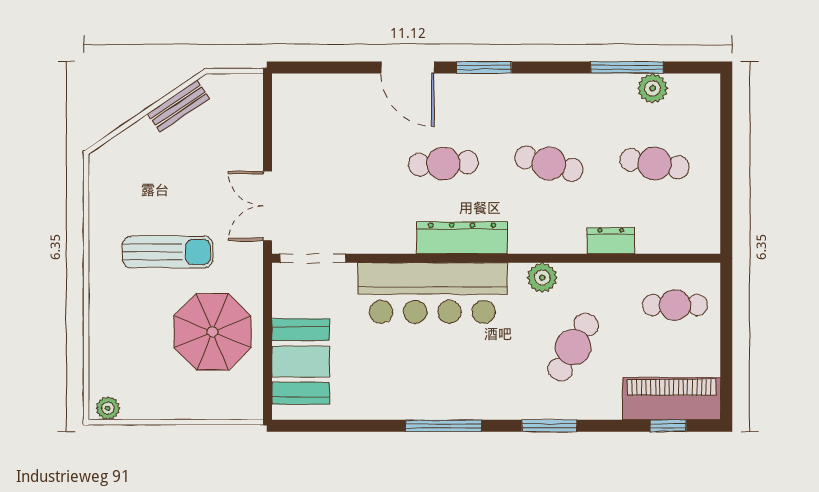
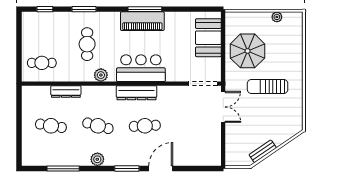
door: (408, 67) -> (161, 169), hinge flipped
plant: (653, 88) -> (97, 159), moved
dresser: (611, 241) -> (66, 91), width x1.44
bar counter: (432, 293) -> (141, 68), width x0.73
cafe table: (573, 347) -> (87, 44), turned -30
piano: (672, 399) -> (142, 21), moved
plant: (108, 408) -> (277, 17), moved
window: (549, 426) -> (84, 9), moved

